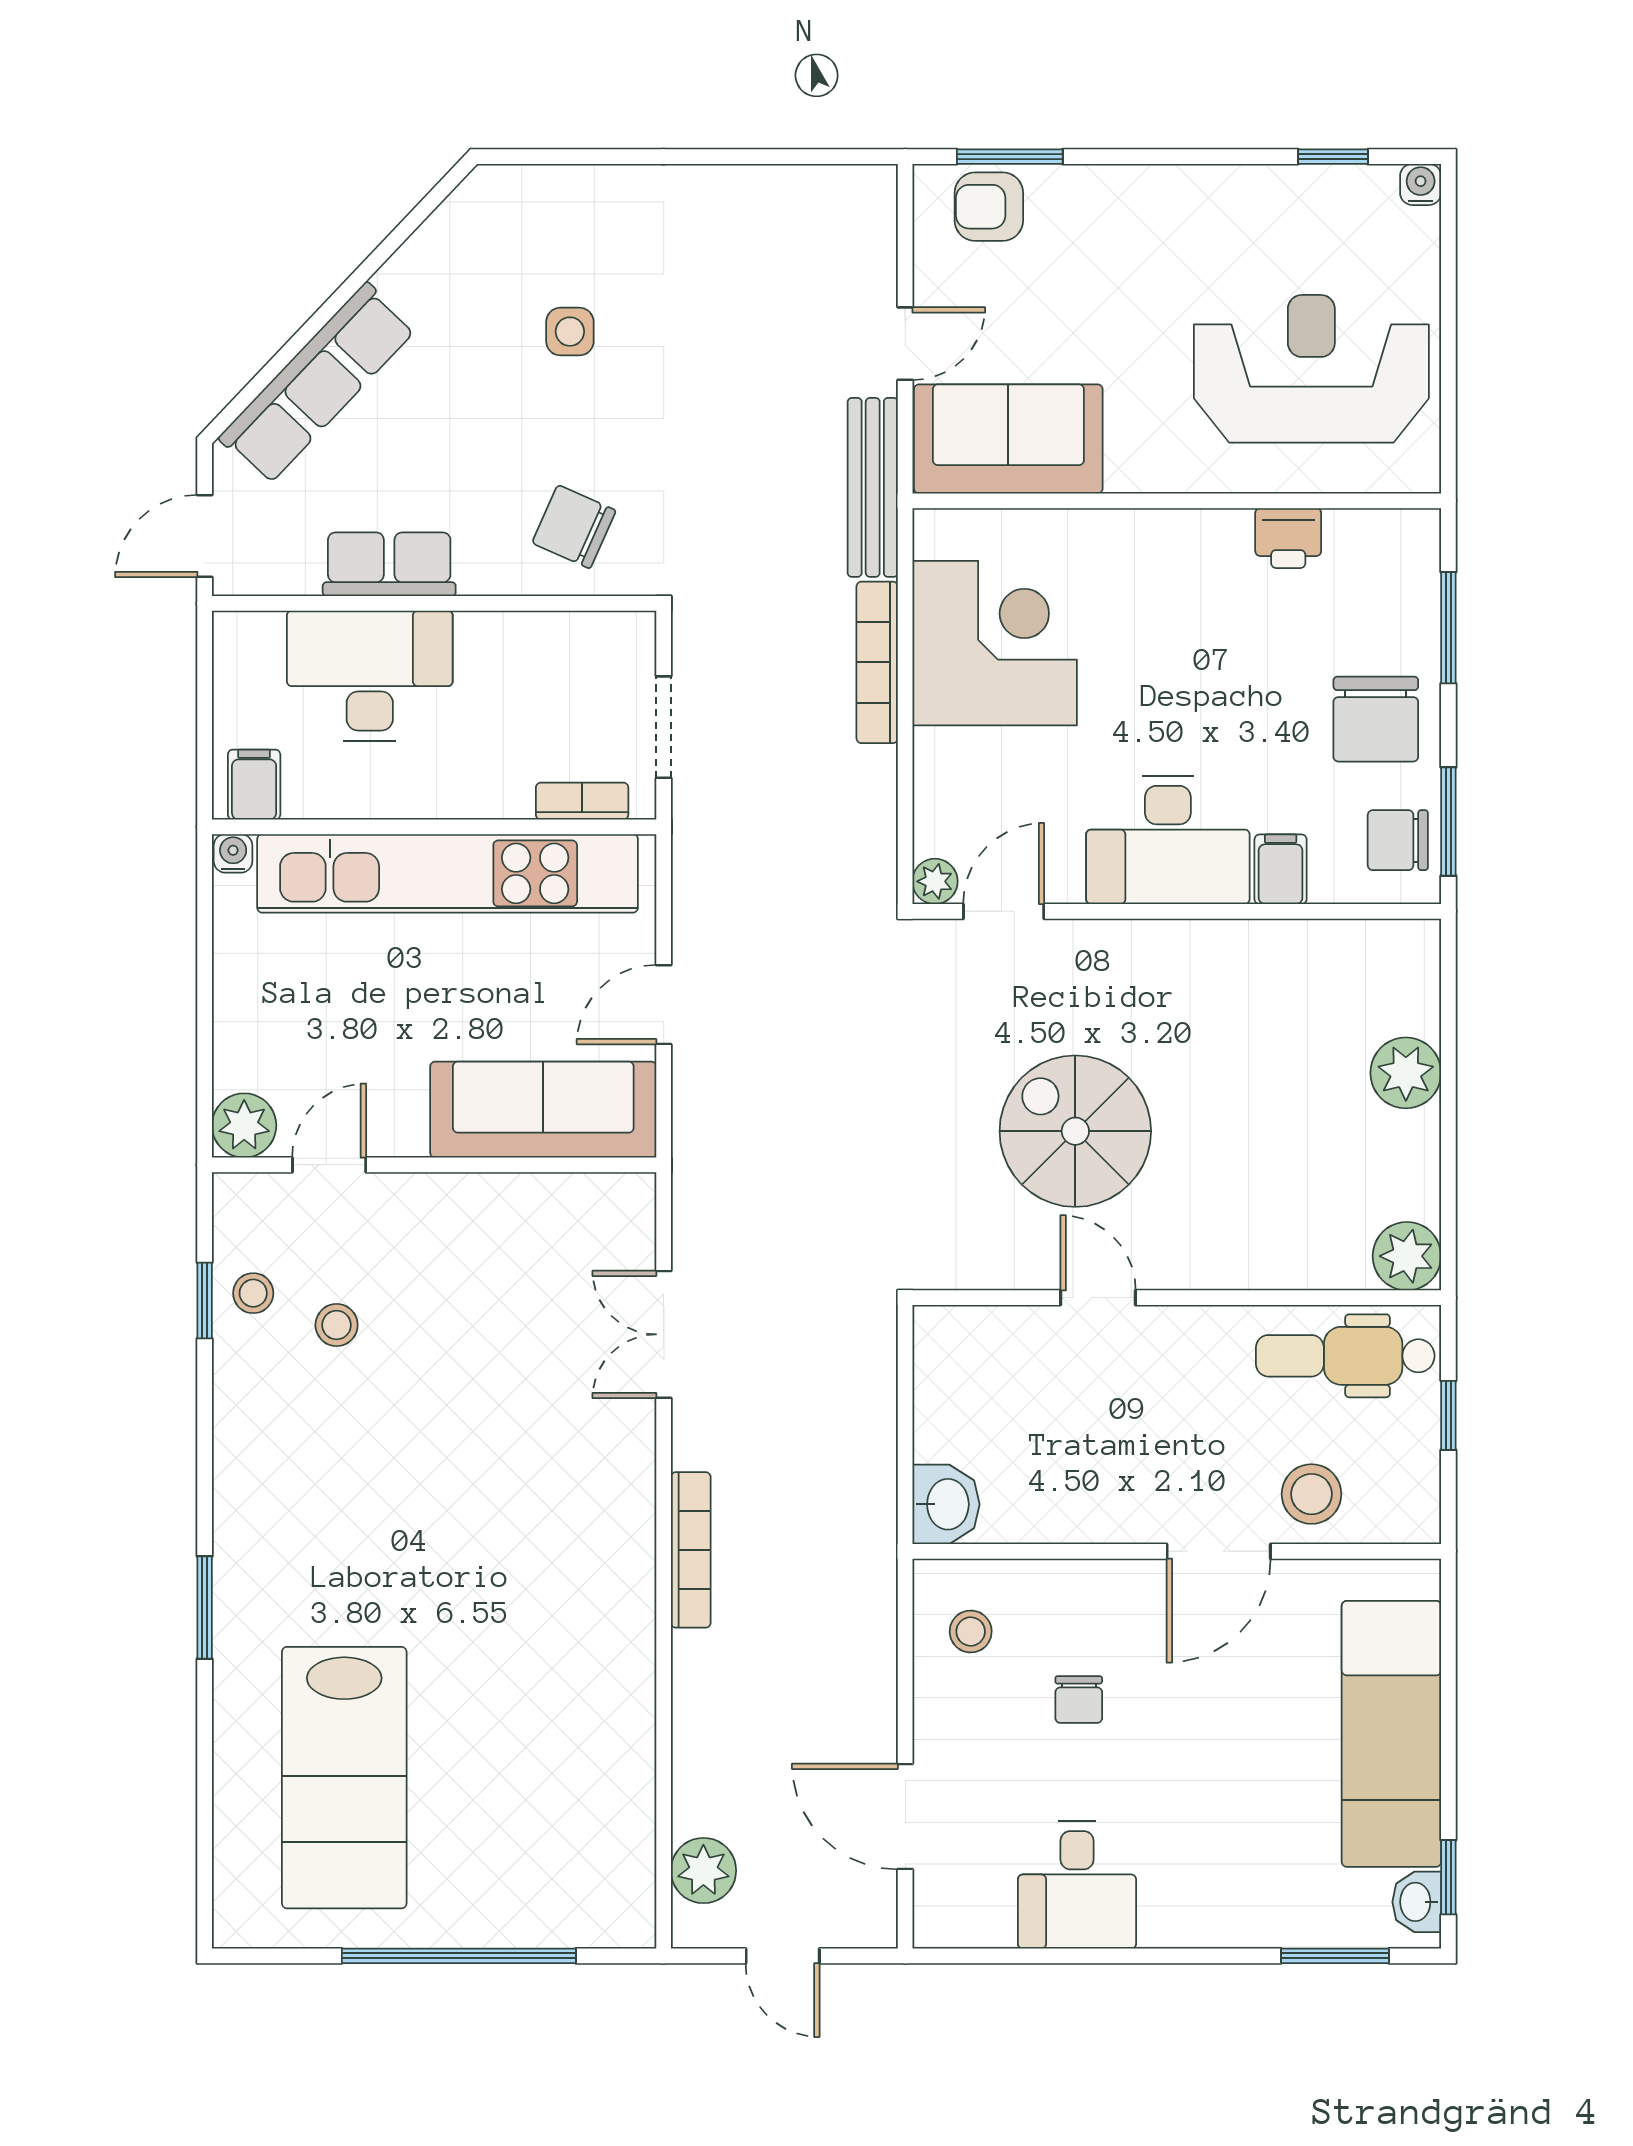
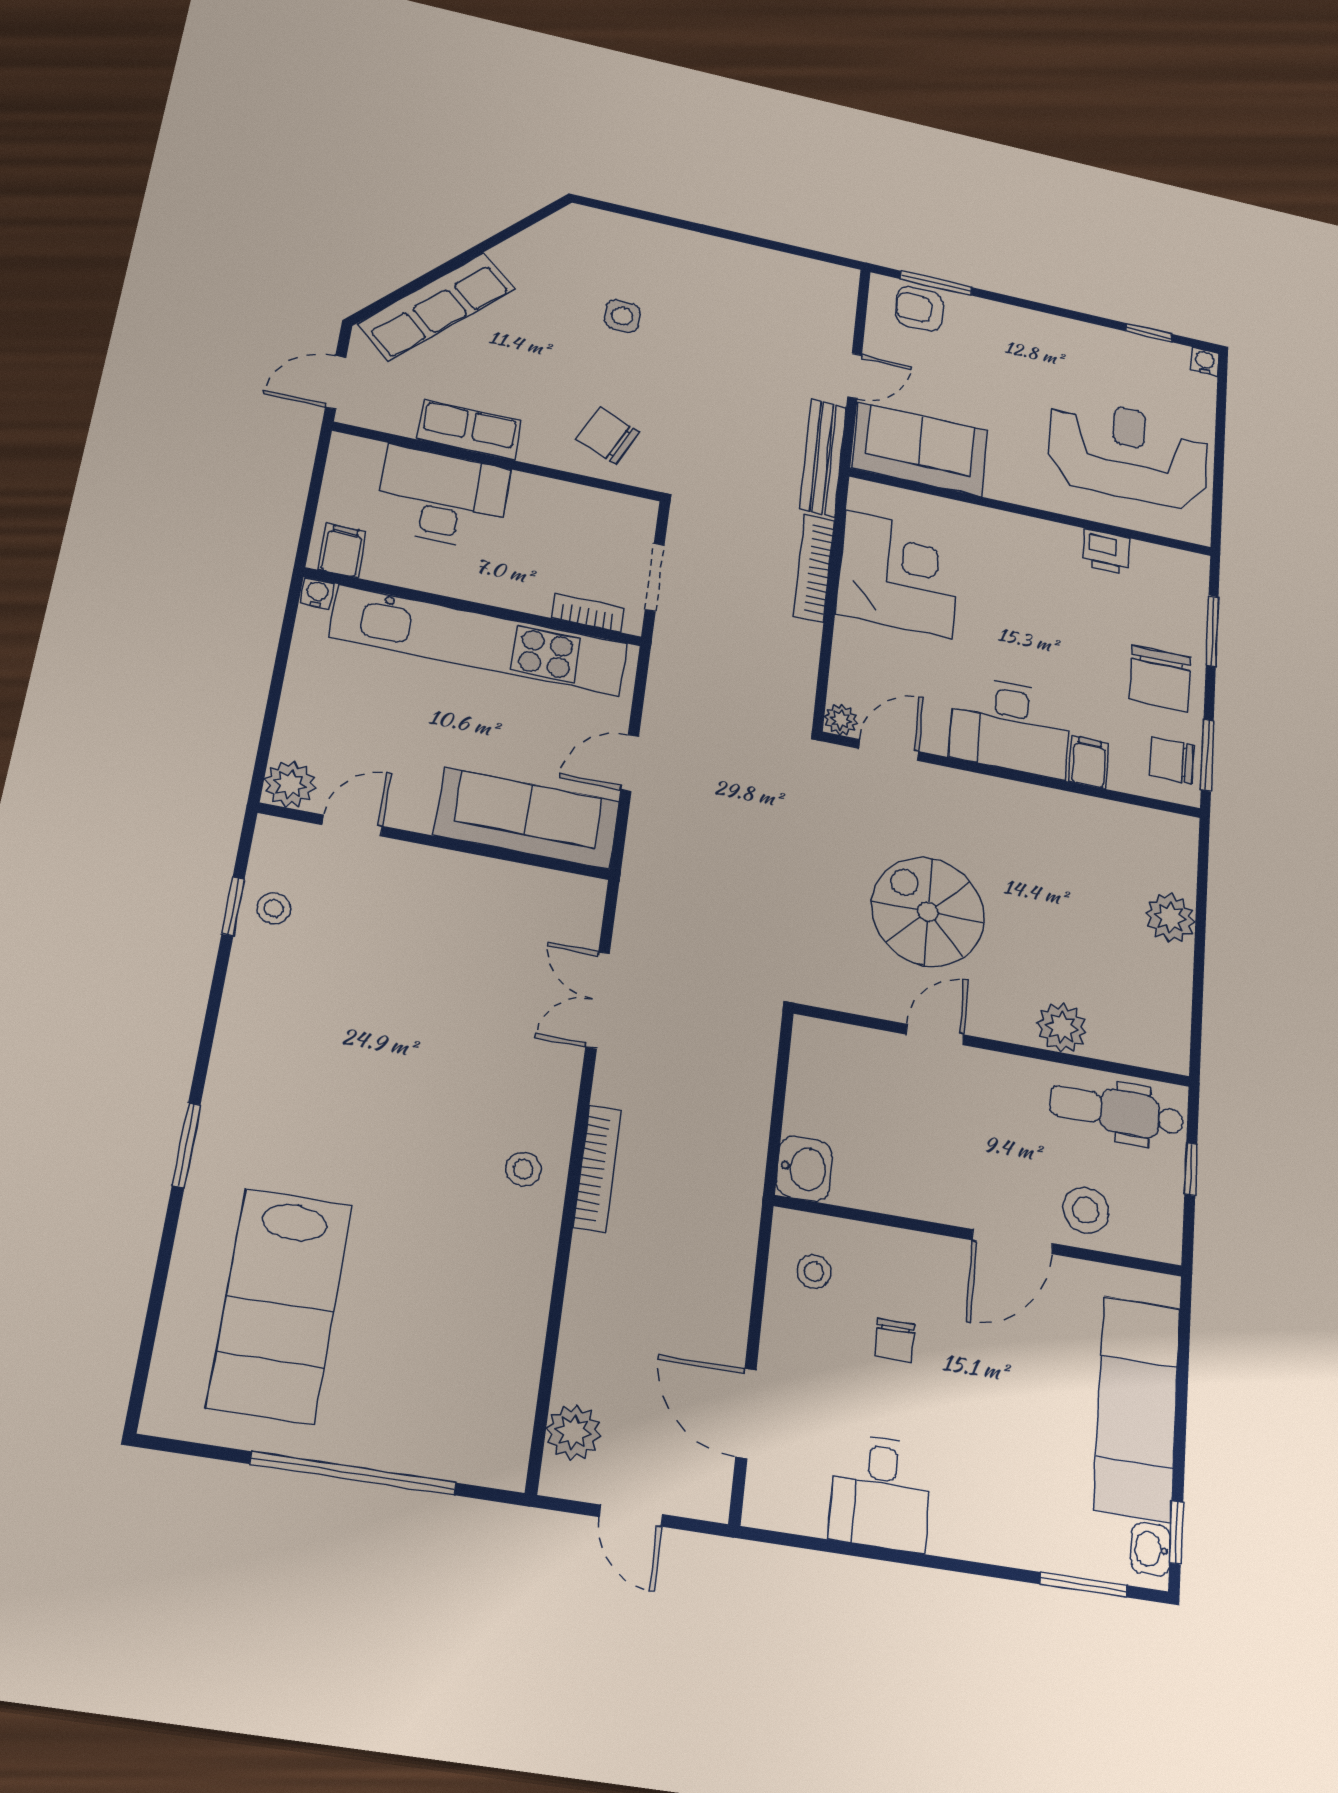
plant: (1407, 1256) -> (1062, 1028), moved
door: (1098, 1298) -> (935, 1034), hinge flipped
stool: (337, 1325) -> (523, 1169), moved

